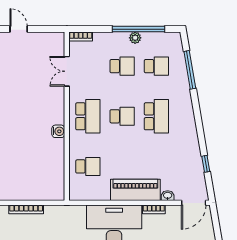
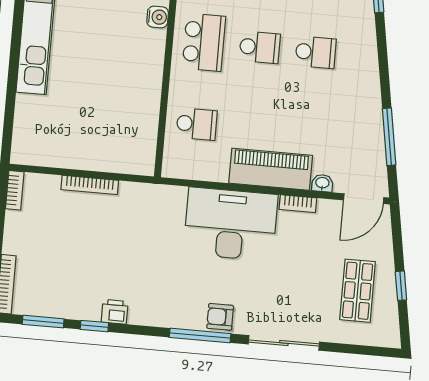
school desk: (156, 116) -> (316, 52), width x0.54
water cooler: (58, 131) -> (158, 17), moved
window: (206, 164) -> (389, 137), width x2.17

